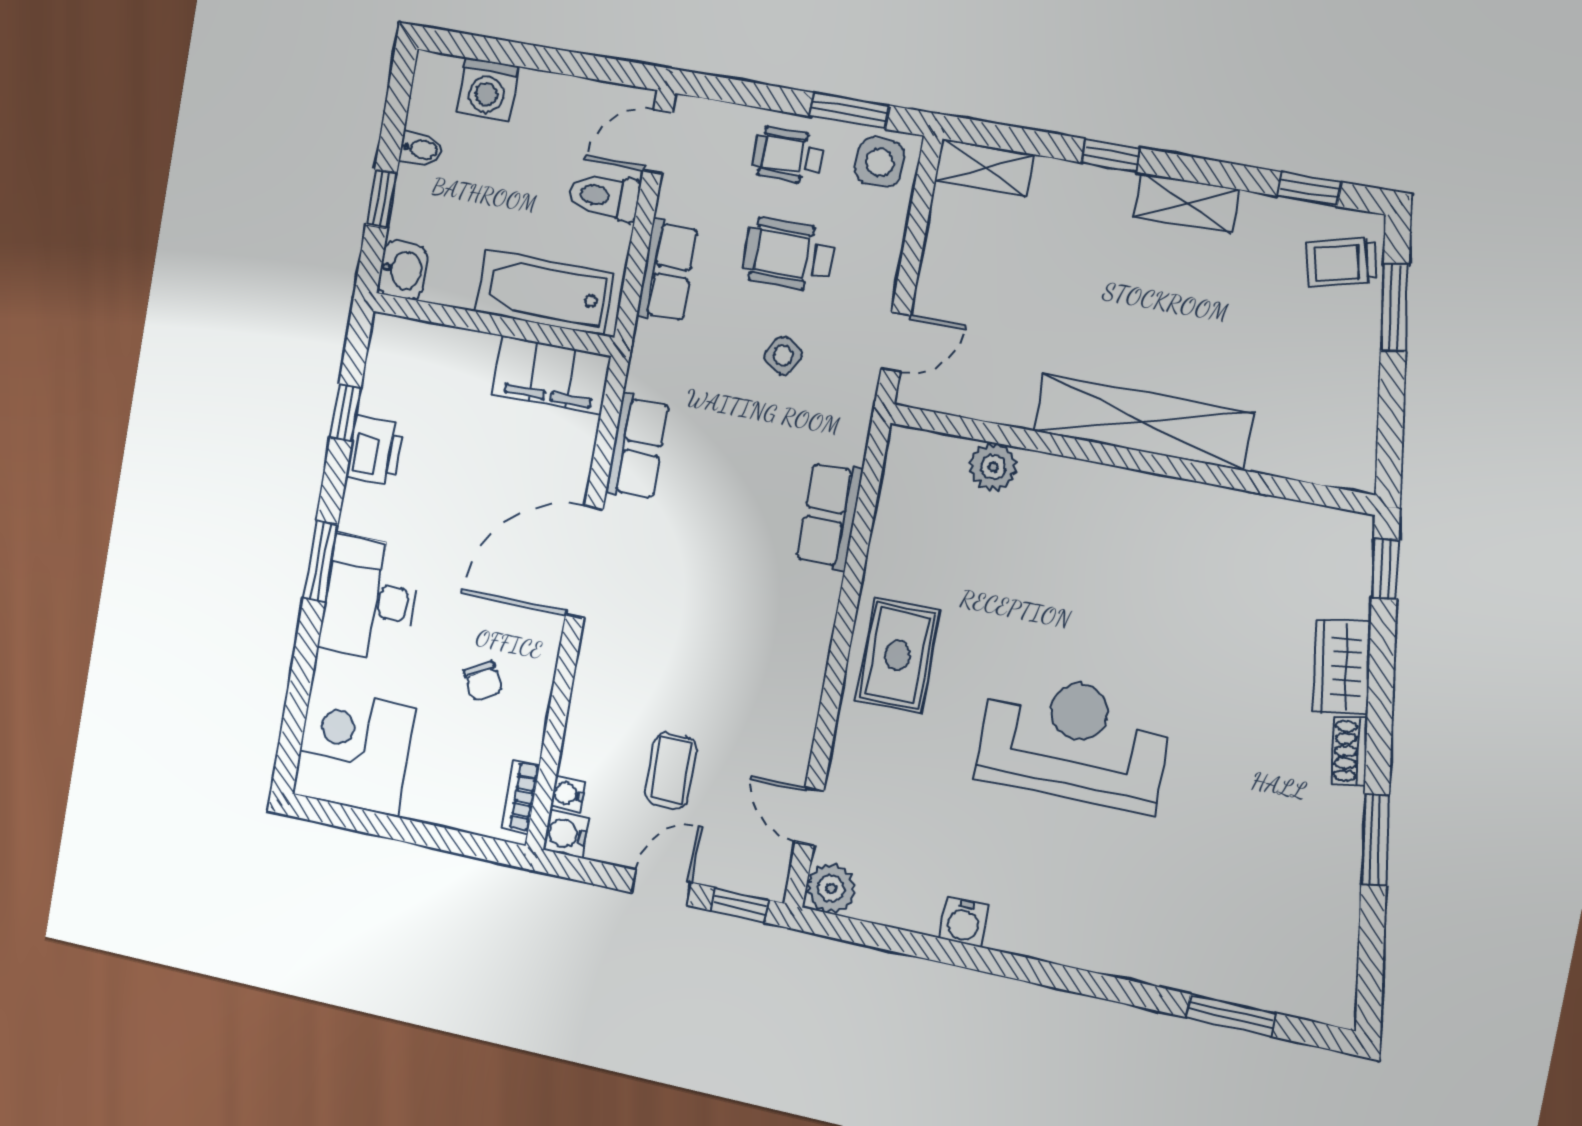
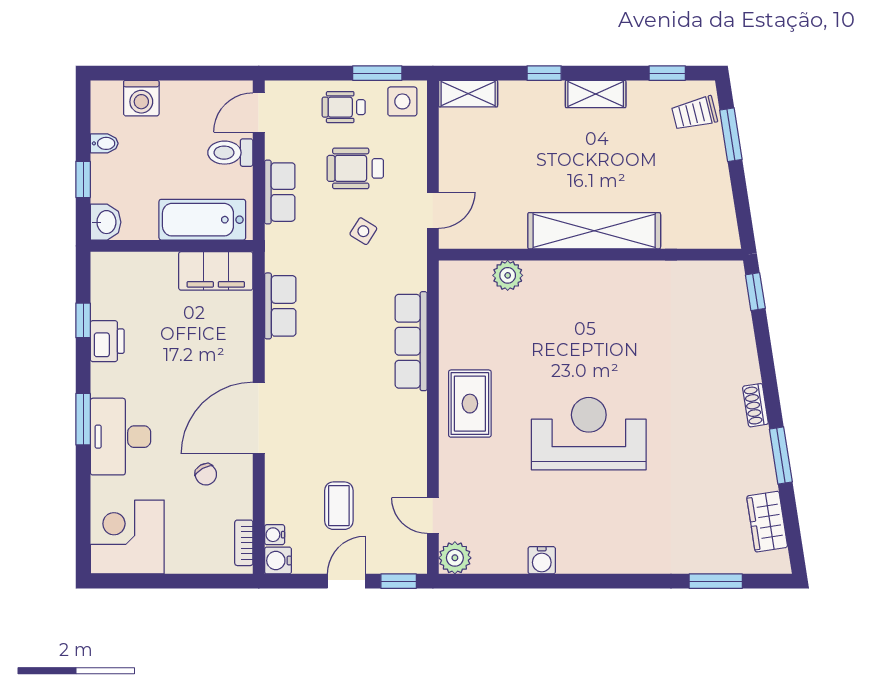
row of seats: (830, 516) -> (411, 341), width x1.48
door: (584, 562) -> (259, 418), moved
wardrobe: (1342, 667) -> (767, 522), moved

